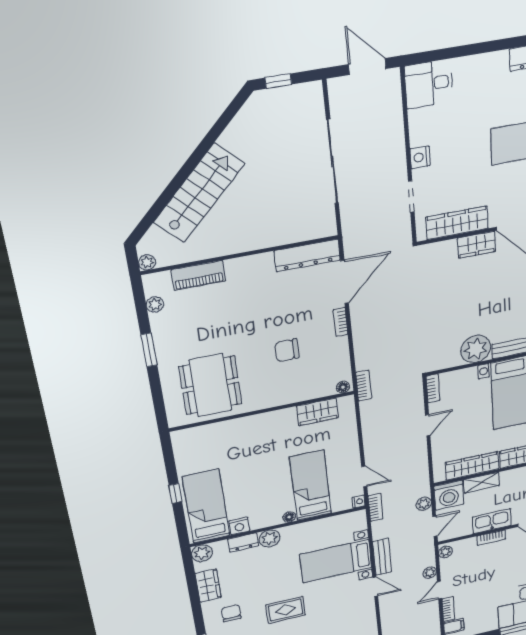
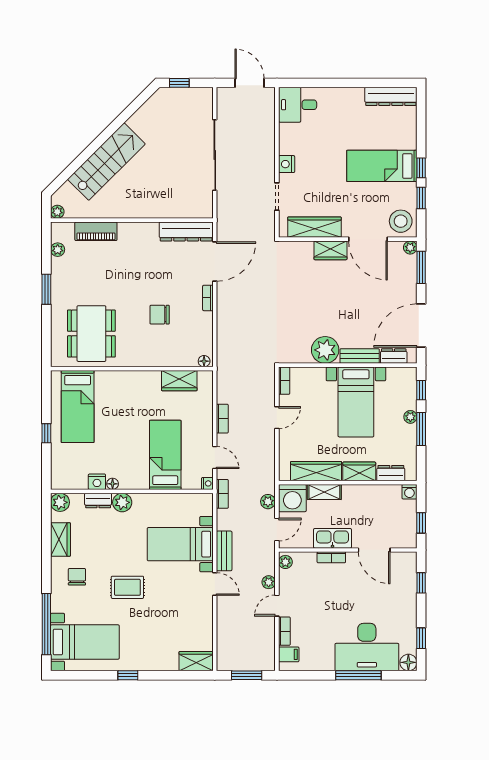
bookcase: (364, 386) -> (222, 419), moved
bed: (206, 506) -> (78, 406), moved, turned 180
floor lamp: (289, 517) -> (113, 484), moved

